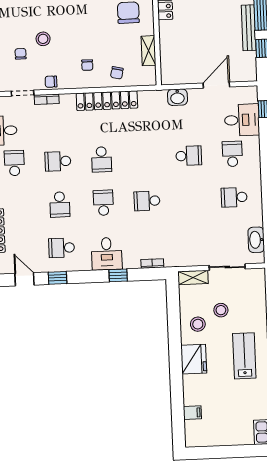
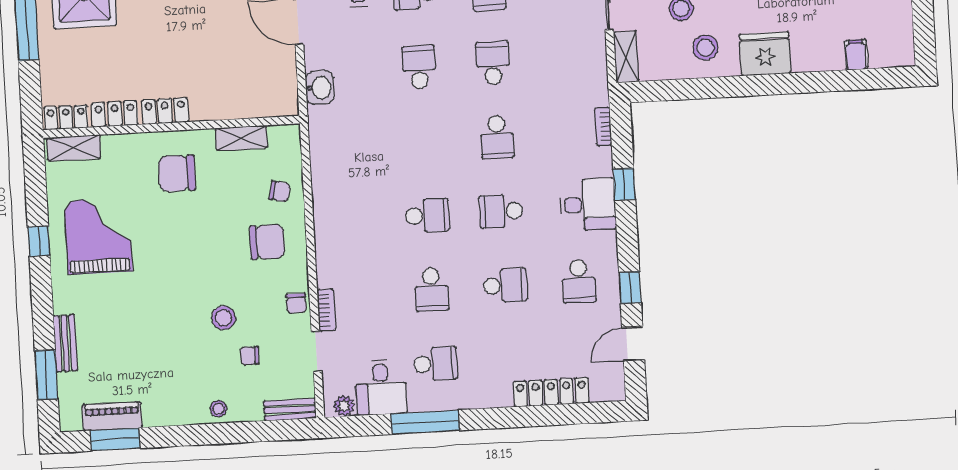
chair: (87, 65) -> (267, 242), width x1.87, depth x1.87
locker: (107, 101) -> (327, 208), removed
school desk: (14, 163) -> (436, 364), turned 180
school desk: (191, 199) -> (493, 63), added

